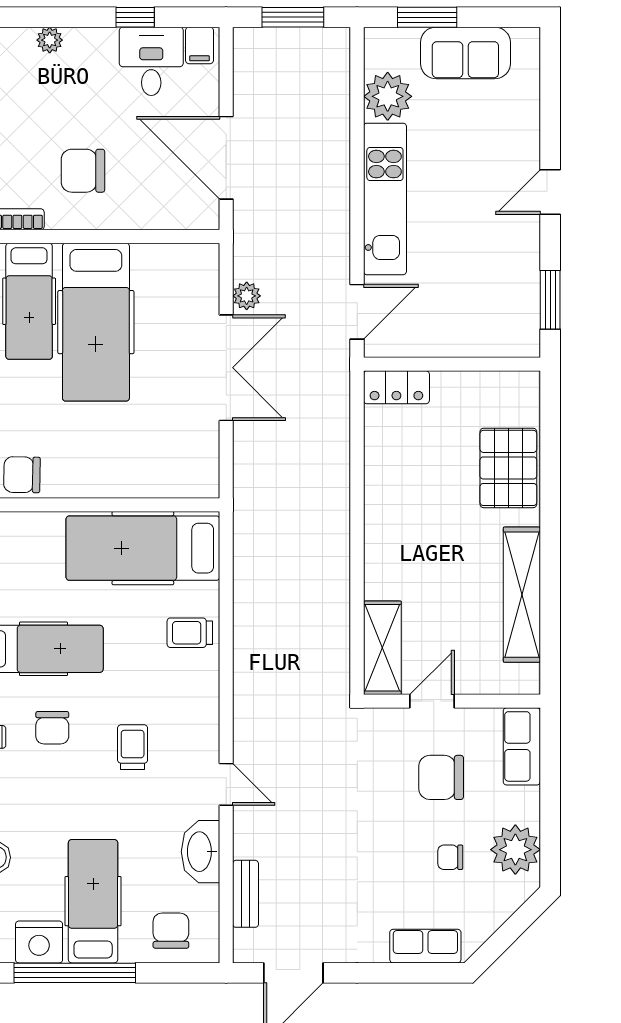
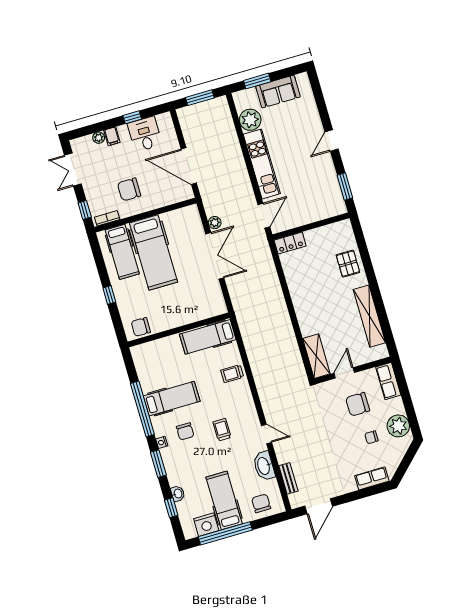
filing cabinet: (199, 45) -> (112, 136), moved
pallet: (508, 468) -> (348, 264), width x0.67, depth x0.71
hospital bed: (143, 548) -> (208, 337), width x0.73, depth x0.78

